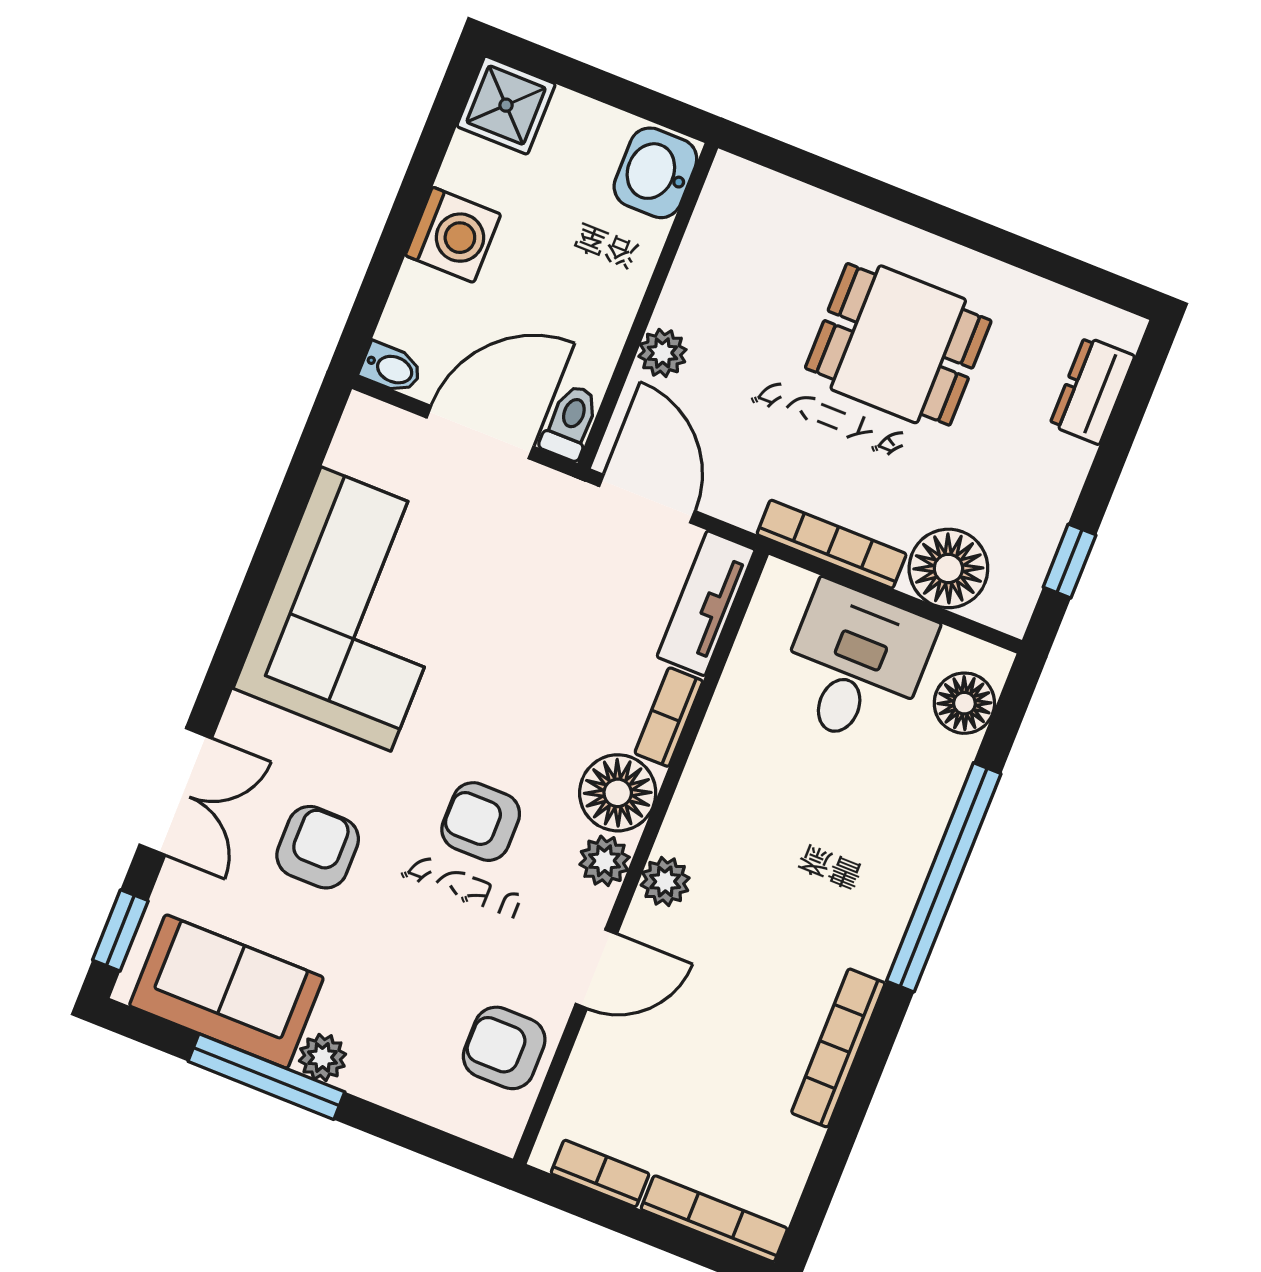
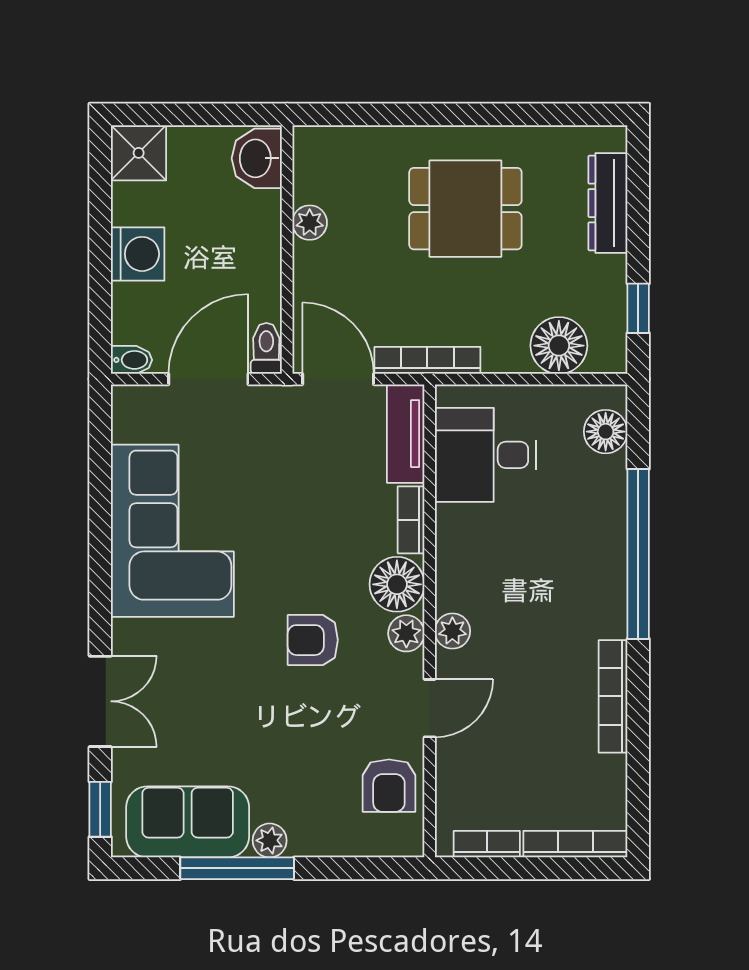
plant: (662, 353) -> (310, 223), moved
dresser: (1092, 391) -> (608, 203), width x1.44
bookcase: (832, 544) -> (427, 360), moved
desk: (855, 665) -> (486, 455), moved, turned -90
armchair: (318, 847) -> (210, 701), removed
armchair: (504, 1048) -> (389, 786), turned -90

